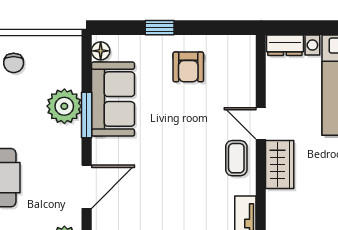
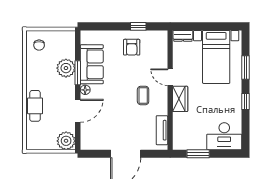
window: (160, 28) -> (138, 26), moved
floor lamp: (101, 51) -> (85, 90), moved
coffee table: (236, 158) -> (143, 95), moved

